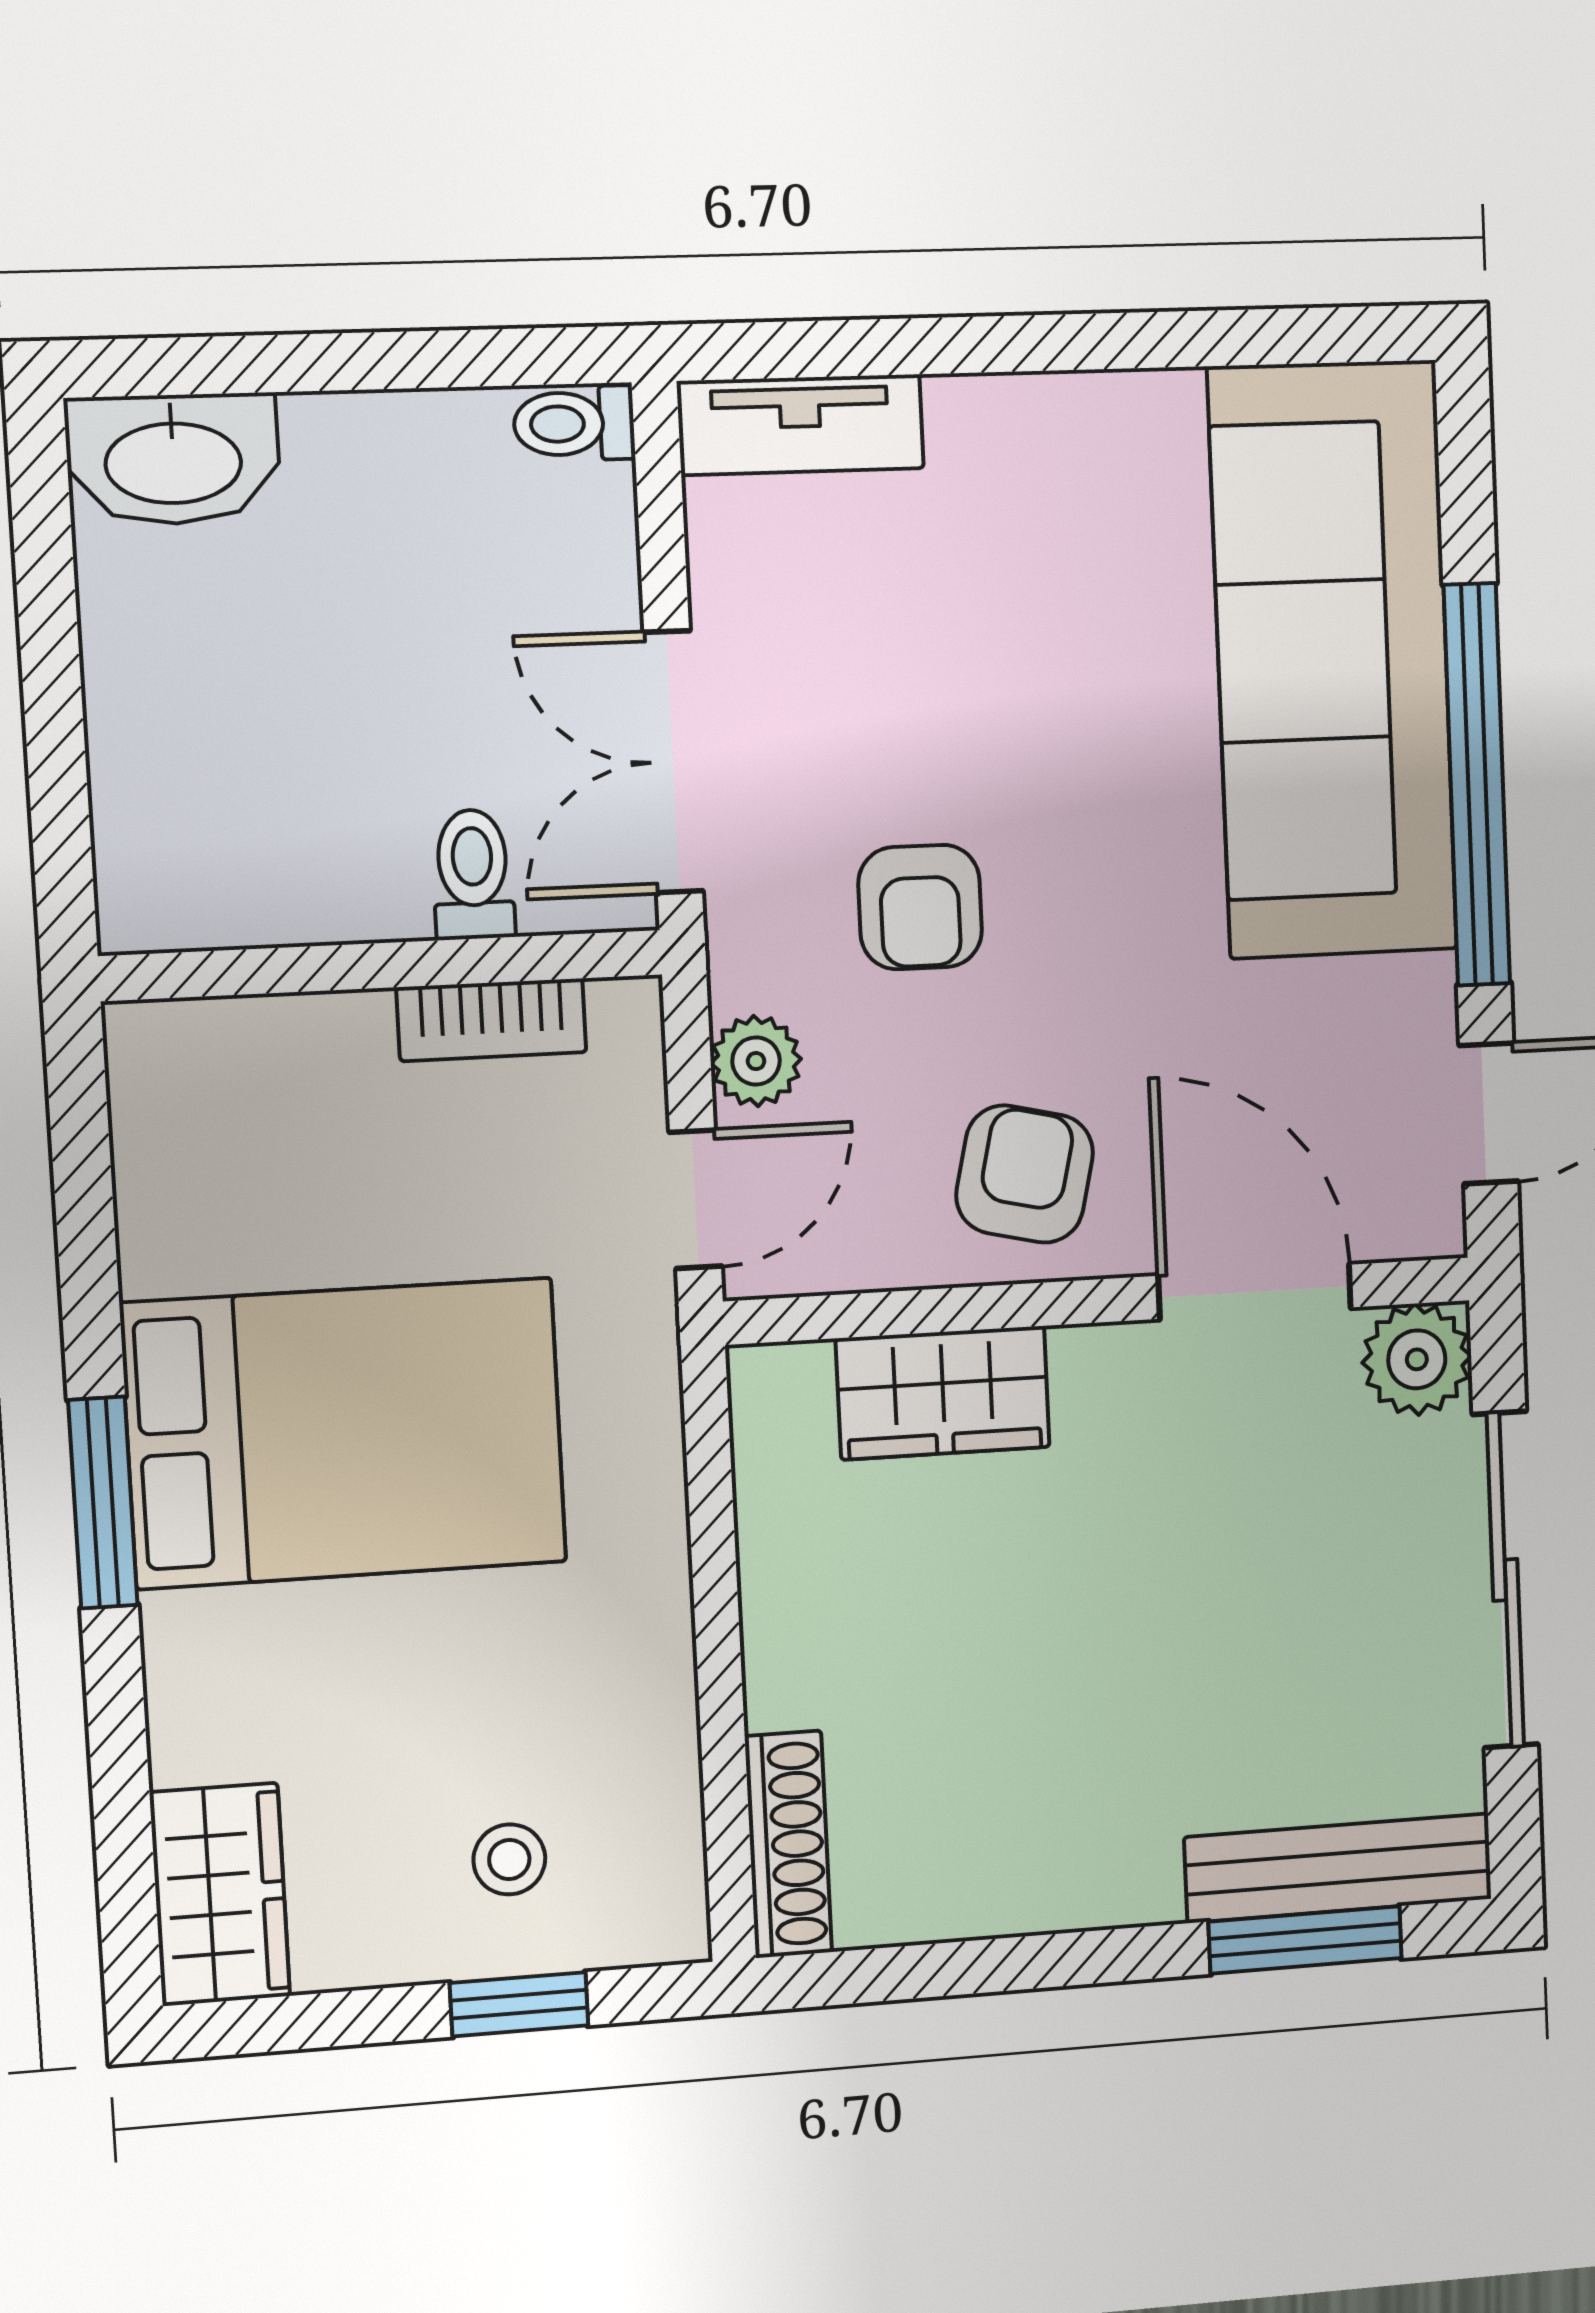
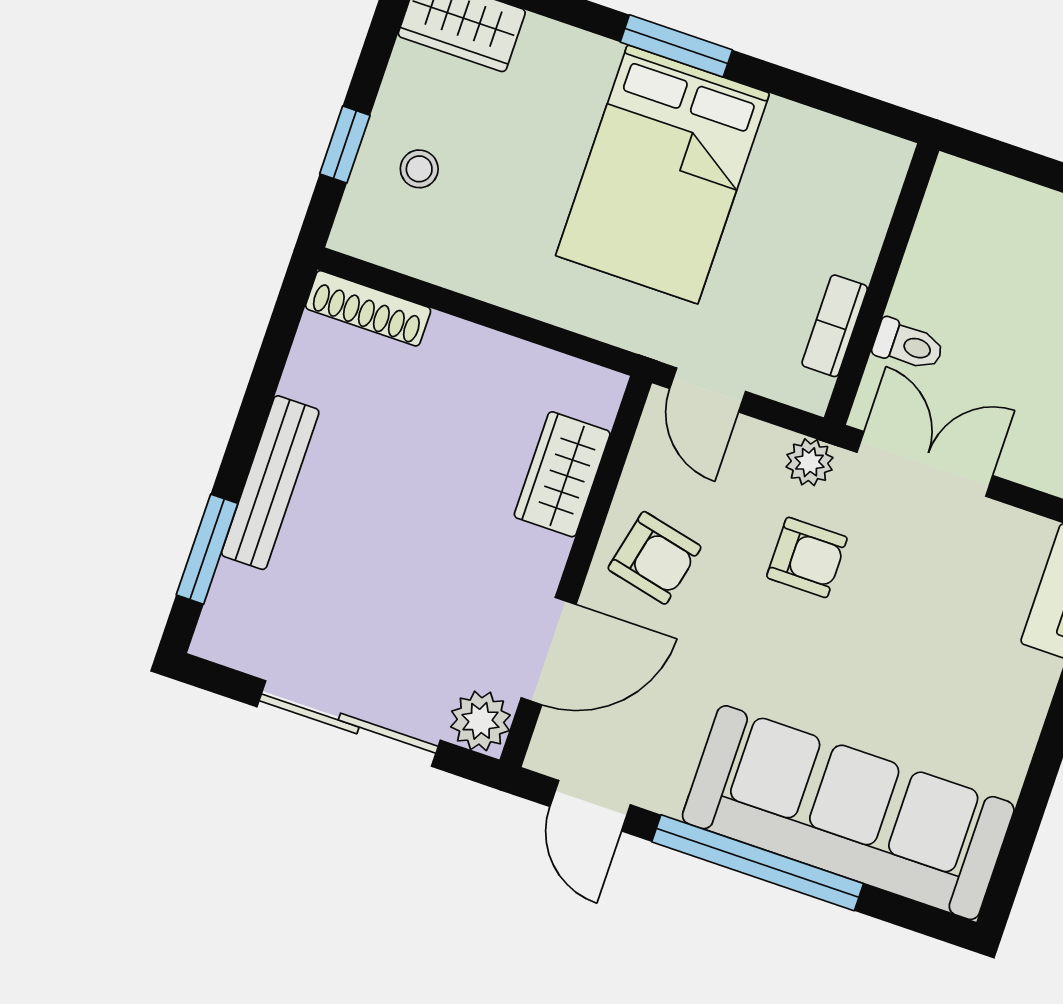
armchair: (920, 907) -> (807, 557), turned 180
plant: (756, 1061) -> (810, 462), moved
bench: (1338, 1868) -> (270, 483), moved

